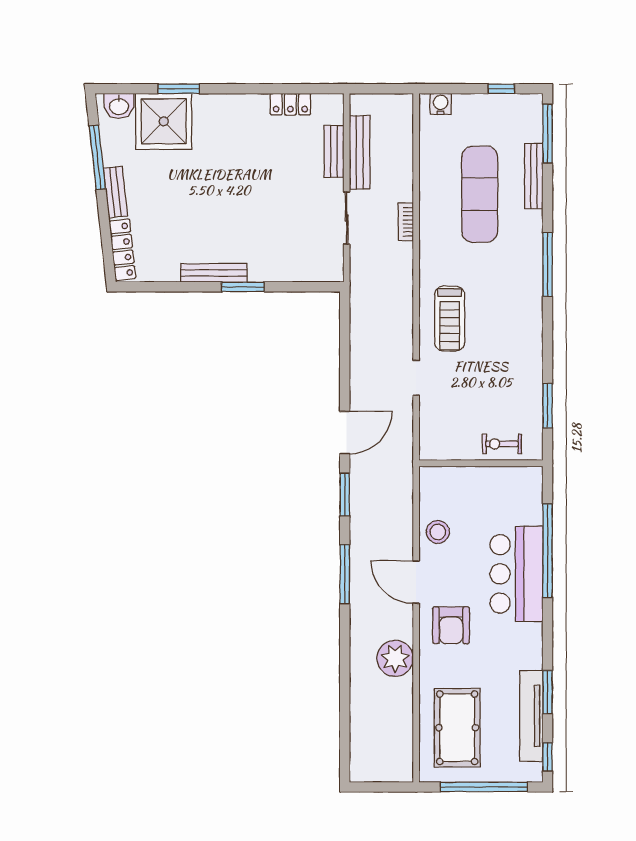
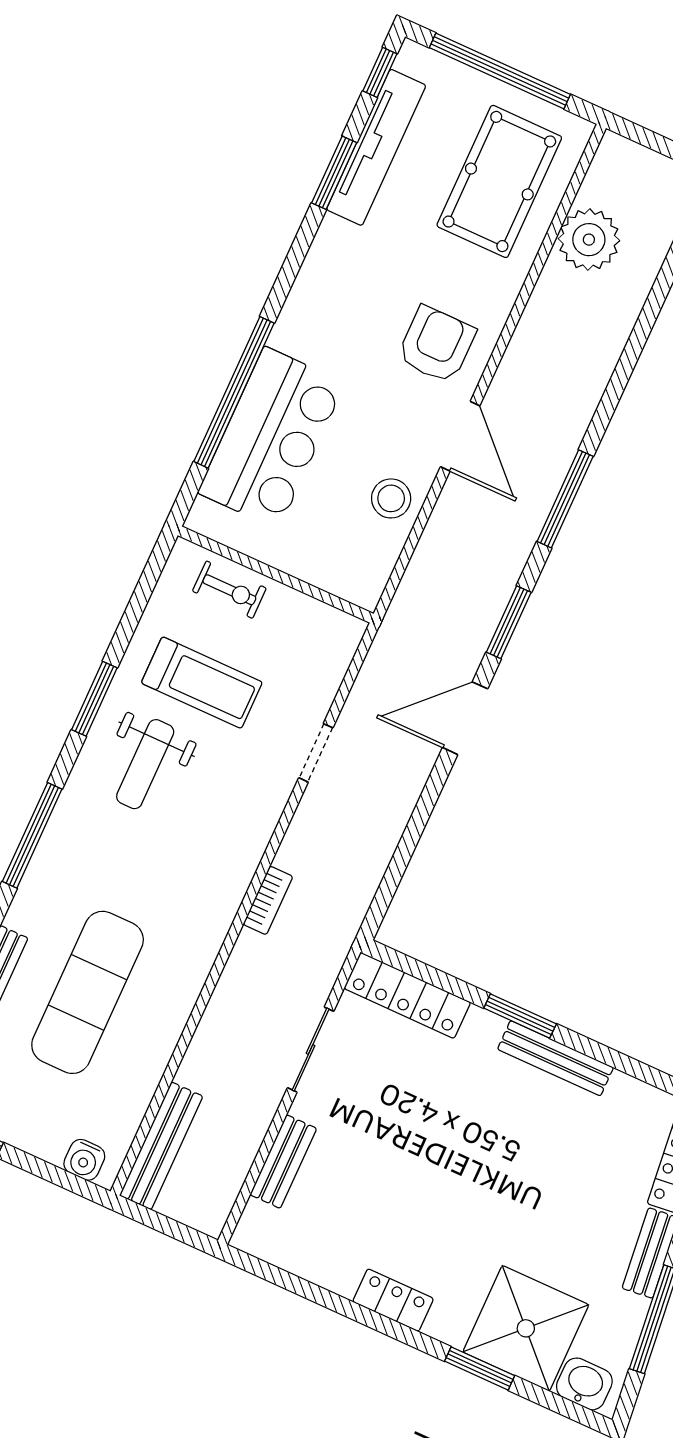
locker: (290, 104) -> (393, 1300), moved
bench: (360, 152) -> (161, 1146), moved
bookcase: (406, 222) -> (268, 900), moved
locker: (308, 270) -> (407, 995), added
treadmill: (450, 319) -> (202, 683), moved, turned 90
weight bench: (504, 330) -> (145, 764), added
window: (548, 406) -> (94, 699), moved
bar counter: (516, 574) -> (271, 438), moved
plant: (395, 658) -> (589, 240), moved

